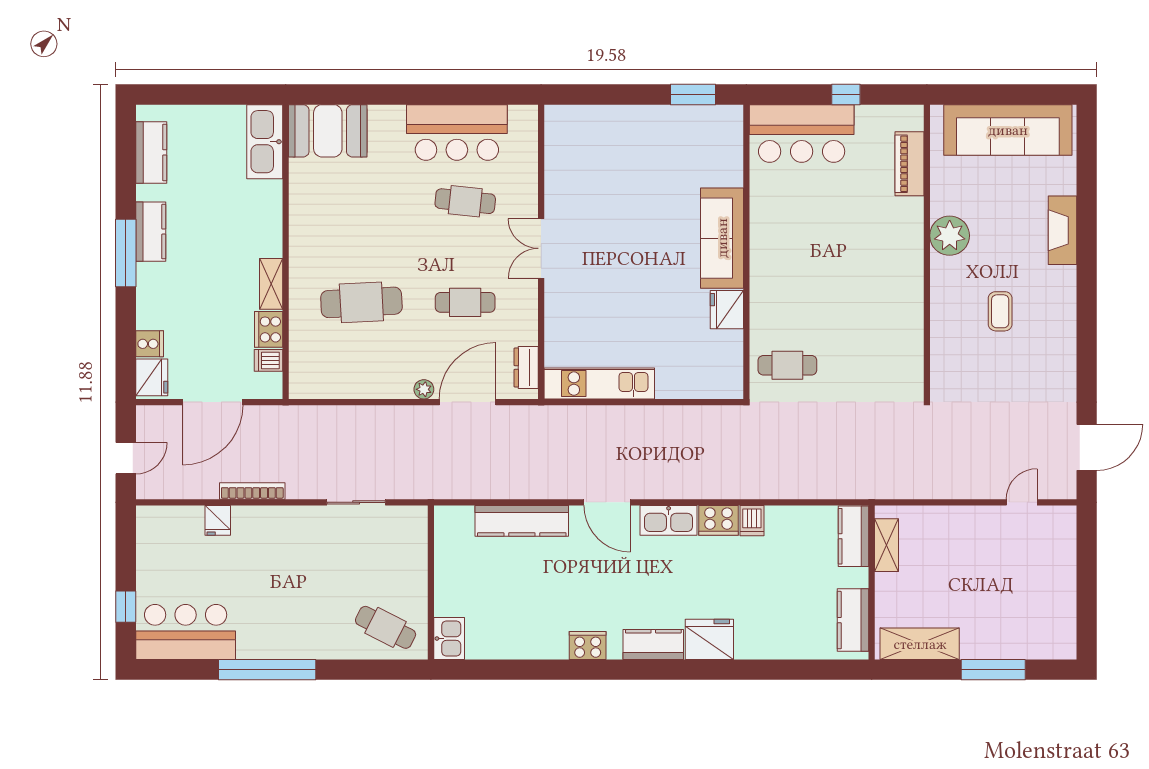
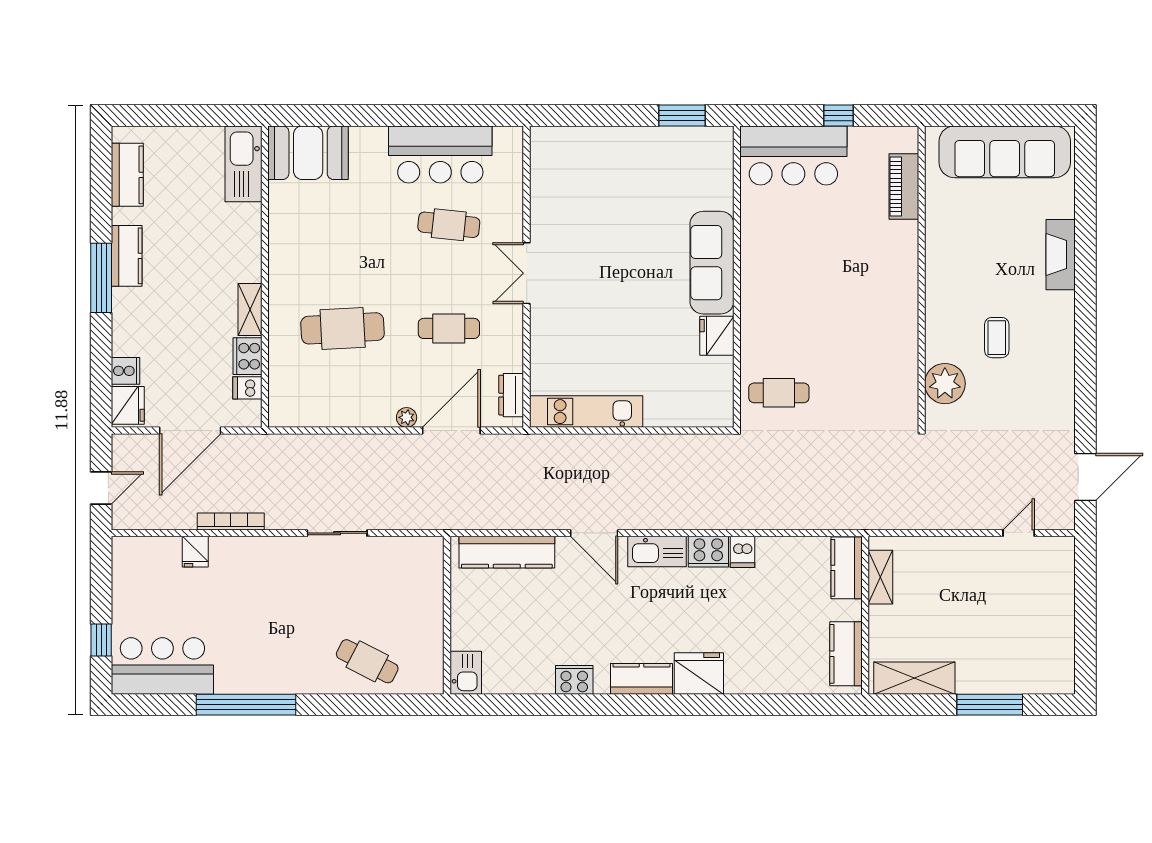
plant: (950, 236) -> (945, 384), moved
wall: (431, 582) -> (447, 615), moved
kitchen sink: (449, 639) -> (466, 673), moved

